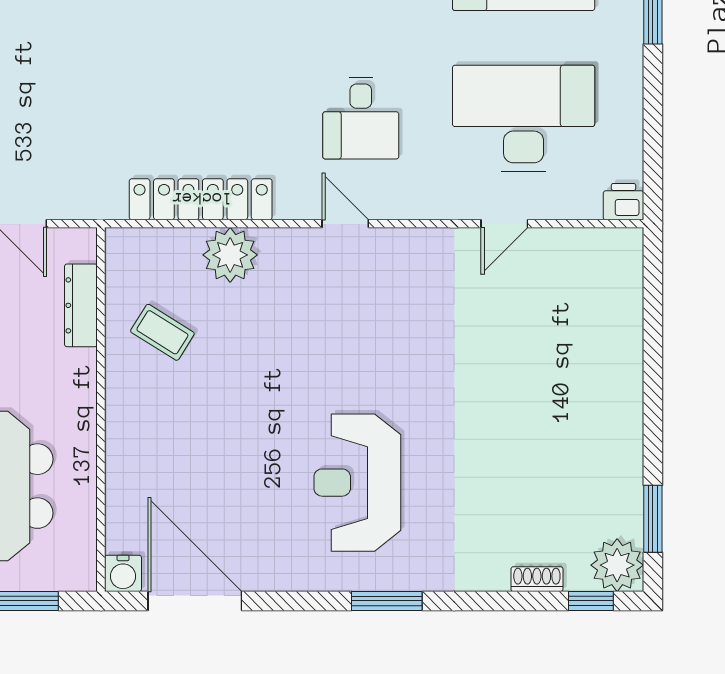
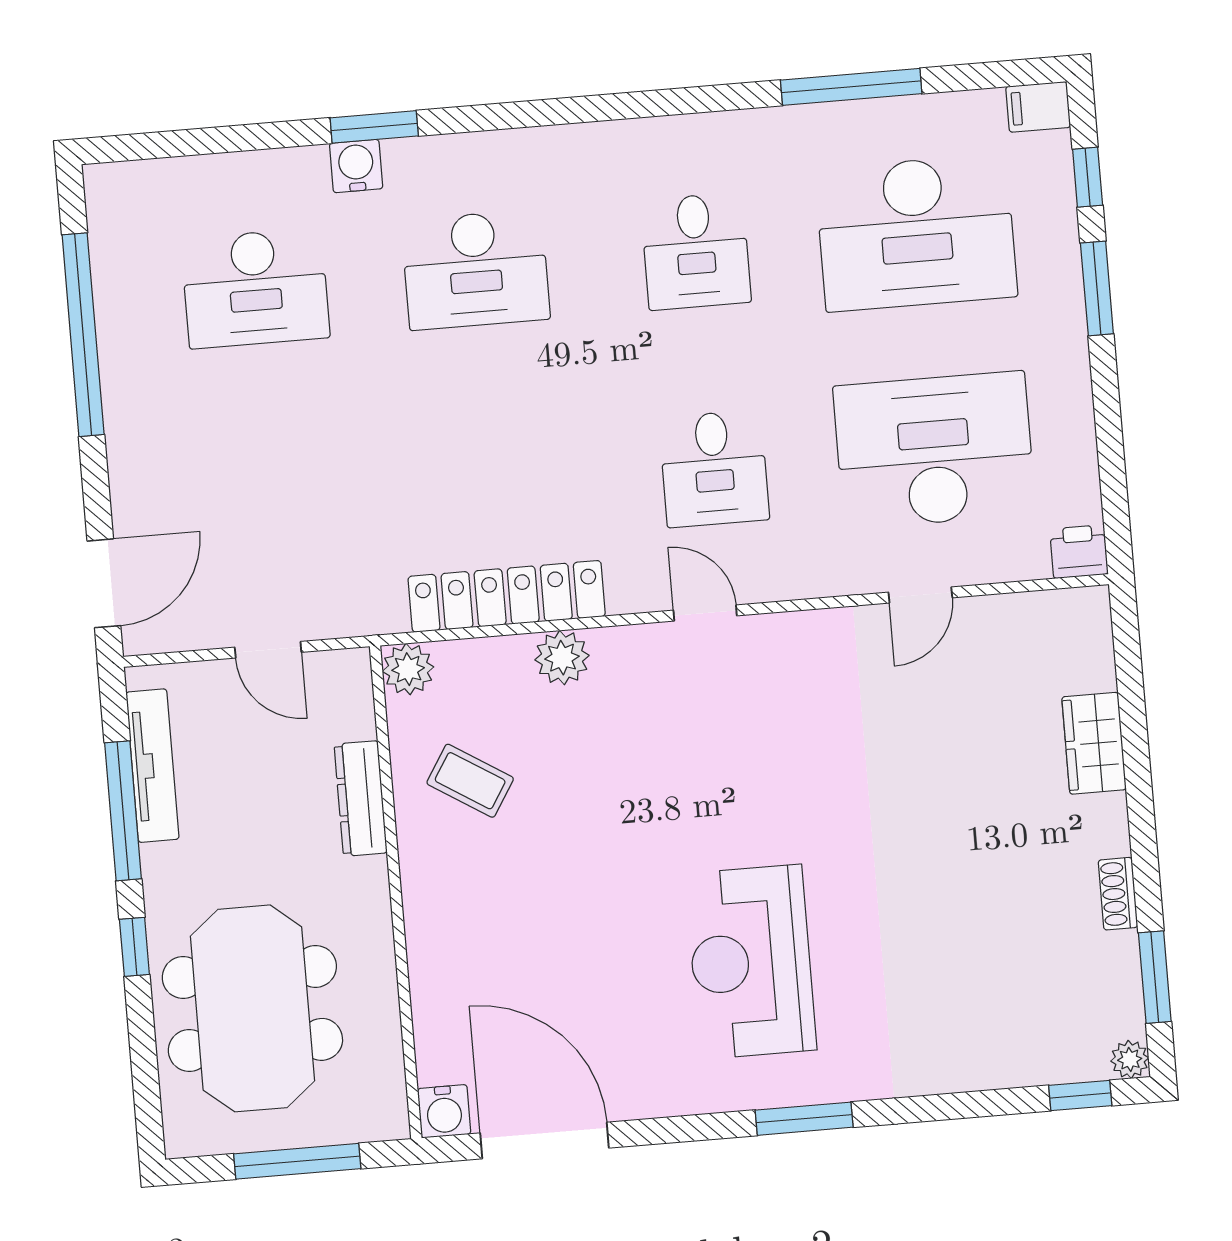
plant: (124, 247) -> (408, 669), added
plant: (230, 255) -> (562, 658), width x0.73, depth x0.73
dresser: (81, 305) -> (361, 799), moved
wardrobe: (623, 343) -> (1094, 743), added
plant: (617, 565) -> (1130, 1059), width x0.53, depth x0.53
shoe rack: (537, 579) -> (1118, 894), moved, turned -90

